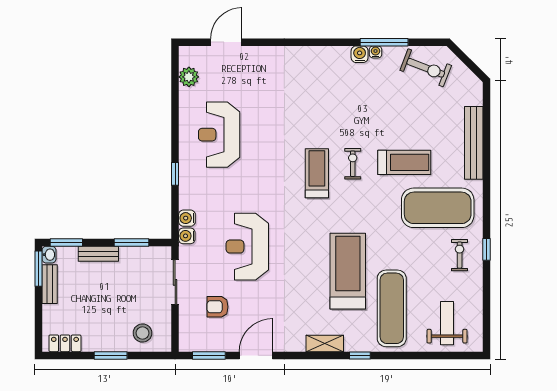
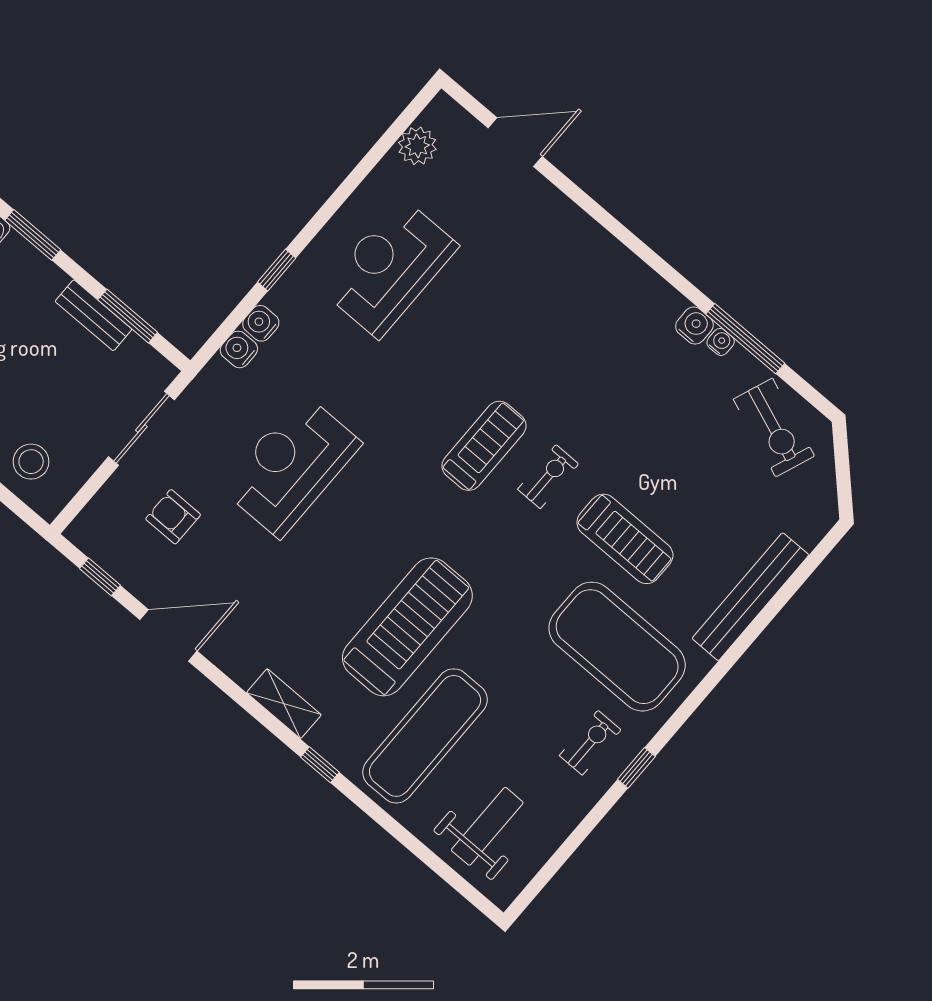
water cooler: (187, 236) -> (261, 323), moved
bench: (98, 254) -> (93, 315), moved
window: (209, 355) -> (100, 577), width x0.67

